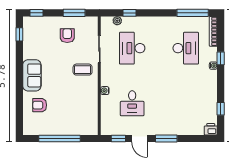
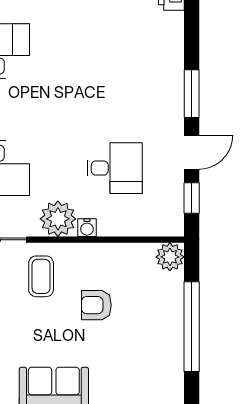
plant: (109, 77) -> (58, 219), added
armchair: (40, 105) -> (96, 305), moved, turned 90
plant: (91, 129) -> (170, 257), added

